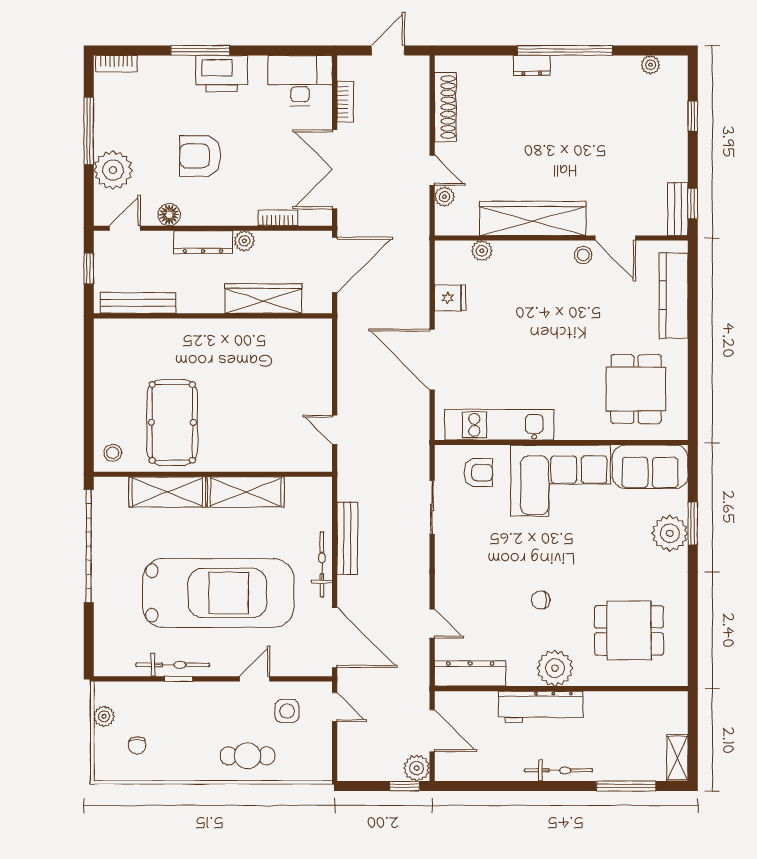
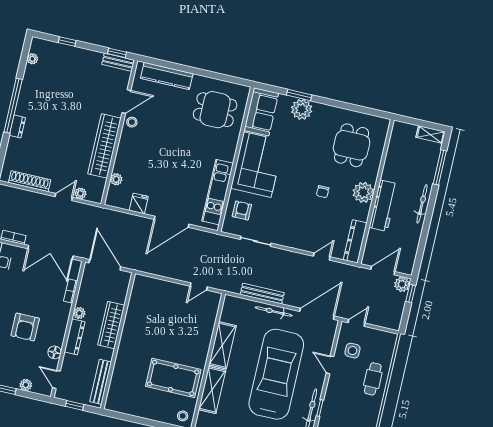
plant: (113, 170) -> (26, 385), width x0.53, depth x0.53
wardrobe: (263, 299) -> (111, 325), moved

